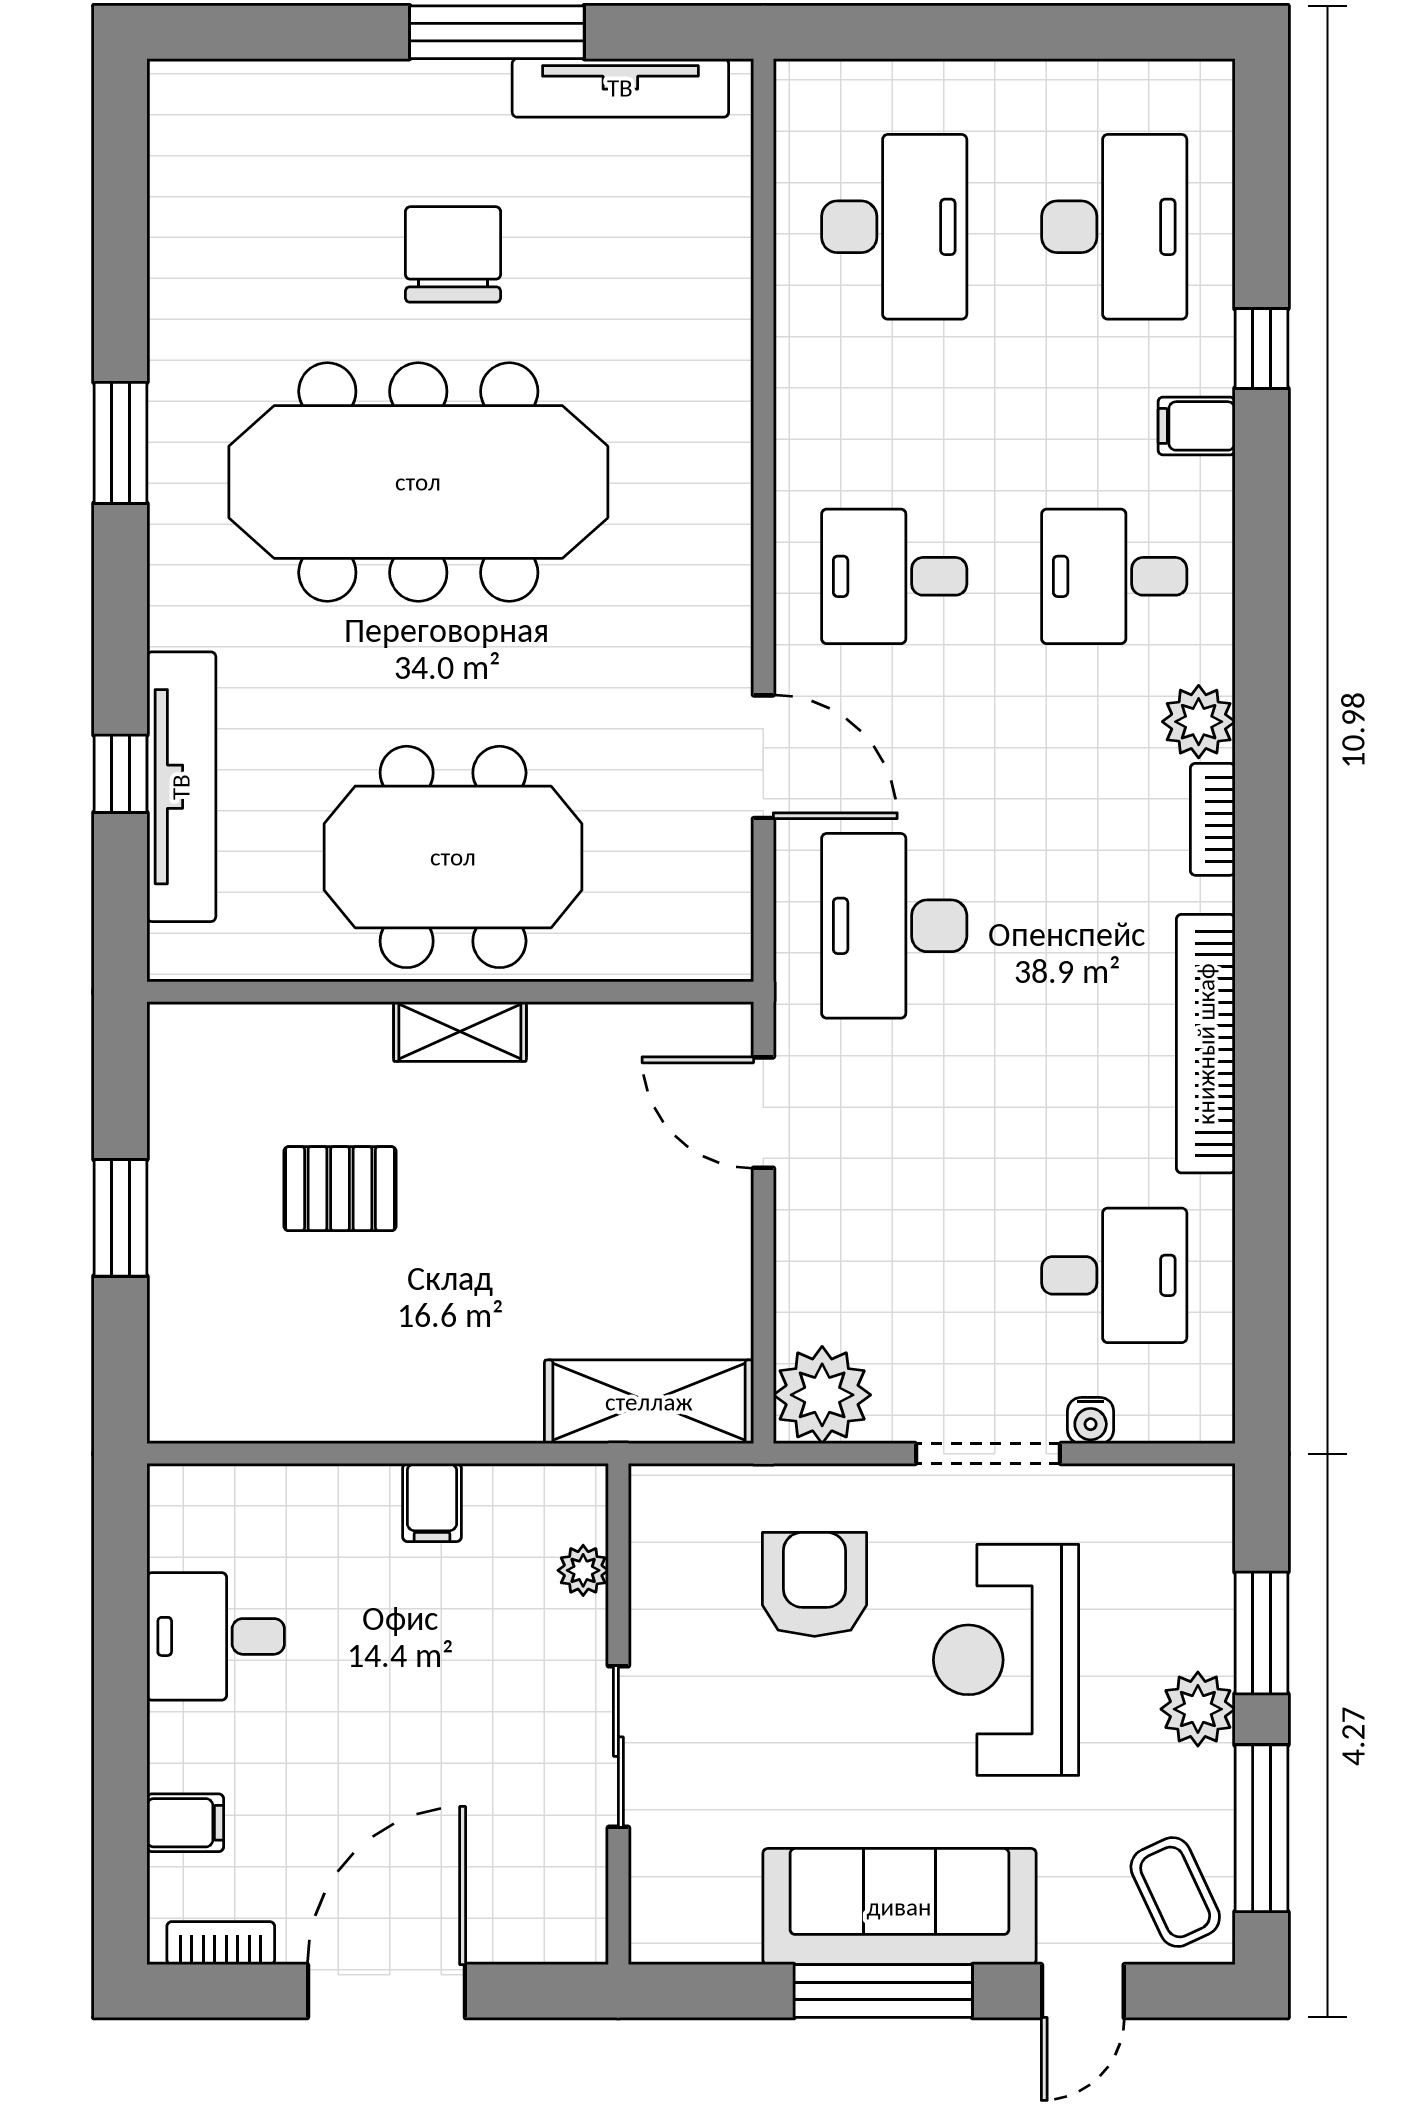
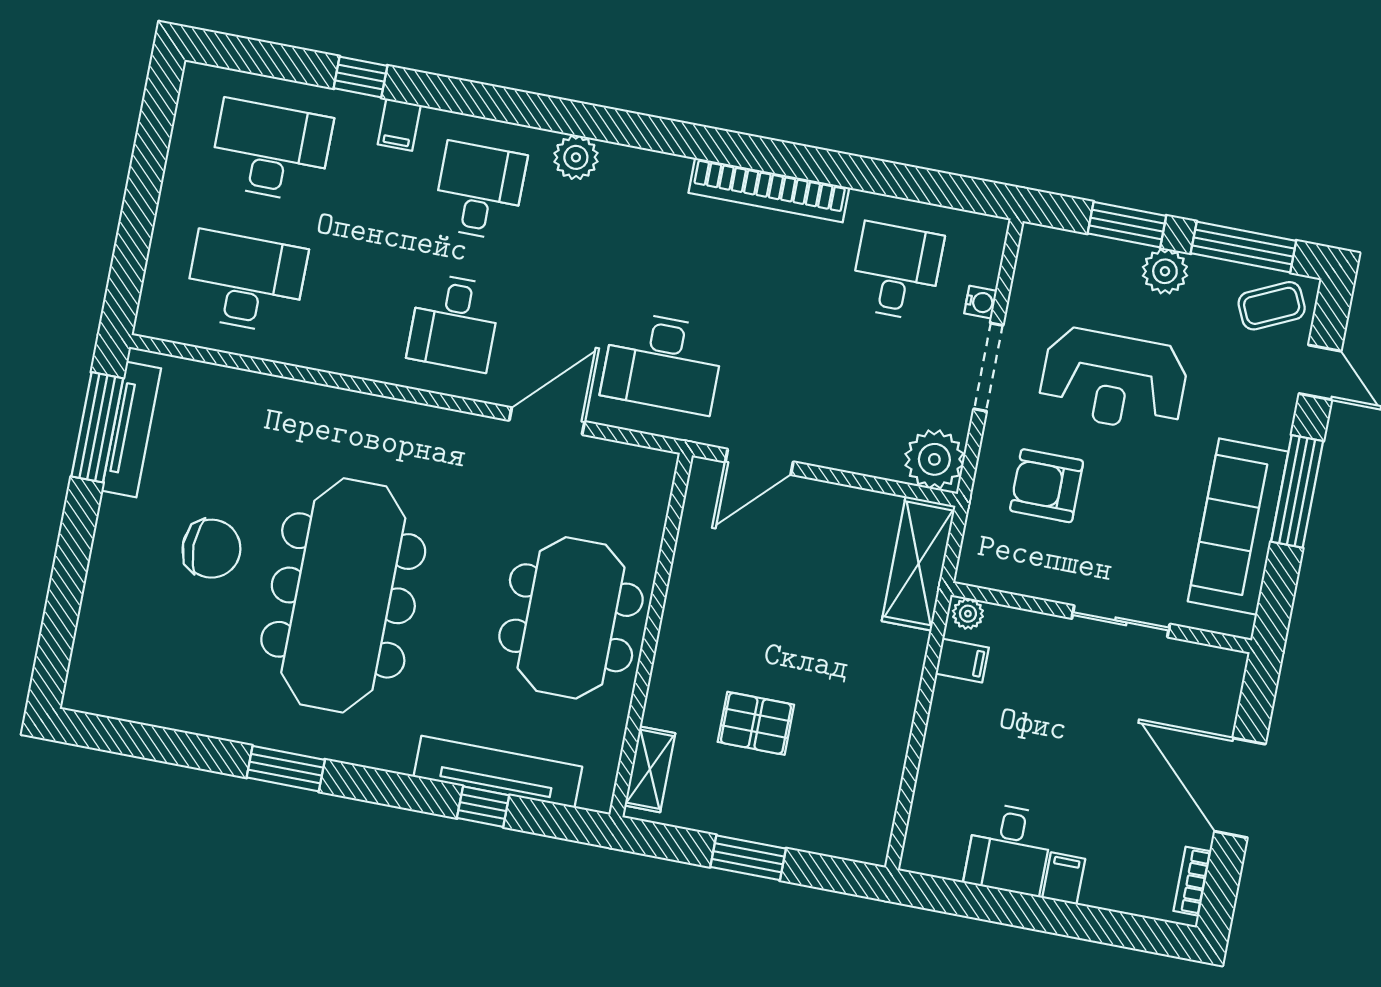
window: (497, 32) -> (97, 427), moved
chair: (453, 254) -> (211, 549), turned 180
desk: (1114, 576) -> (480, 191), turned 180
bookcase: (1213, 819) -> (636, 160), removed
shelving: (460, 1032) -> (650, 769), moved
pallet: (340, 1189) -> (756, 723), turned 90
filing cabinet: (432, 1503) -> (962, 661), moved
plant: (583, 1570) -> (968, 614), moved
filing cabinet: (185, 1823) -> (1064, 878), moved
sofa: (899, 1907) -> (1238, 527), moved

